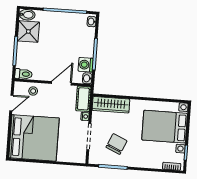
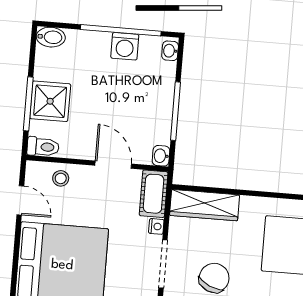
shower: (28, 31) -> (50, 101), moved
washing machine: (86, 65) -> (125, 46), moved, turned -90
door: (61, 83) -> (113, 165), hinge flipped
door: (11, 103) -> (20, 200), hinge flipped

